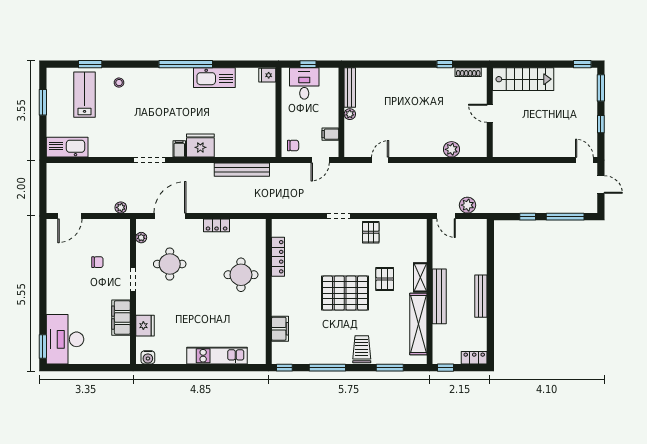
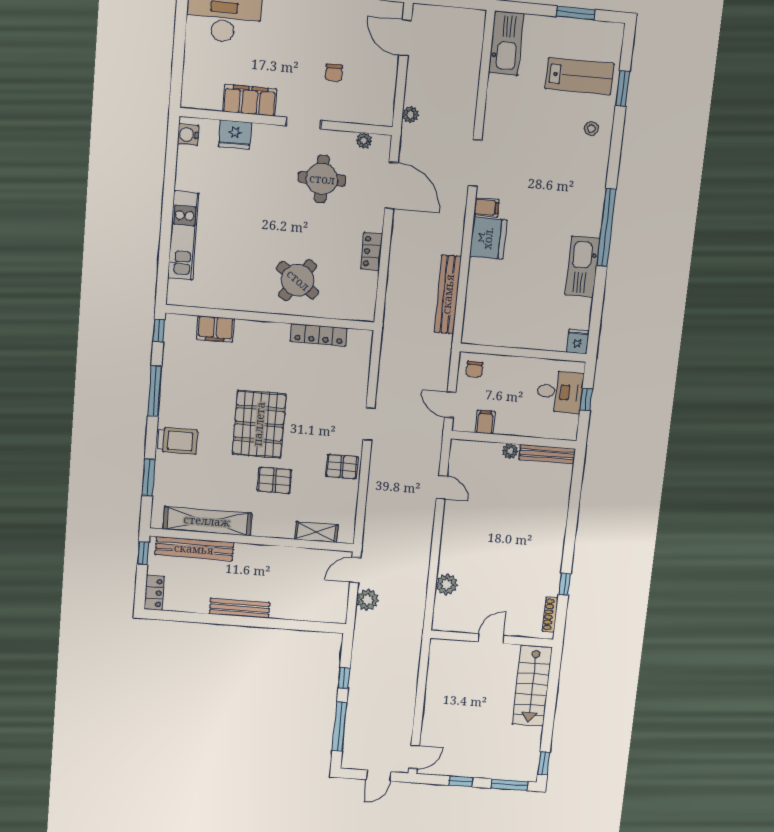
round table: (241, 275) -> (298, 280), turned 36
shelving: (420, 277) -> (316, 532), moved
bench: (439, 296) -> (194, 549), moved

